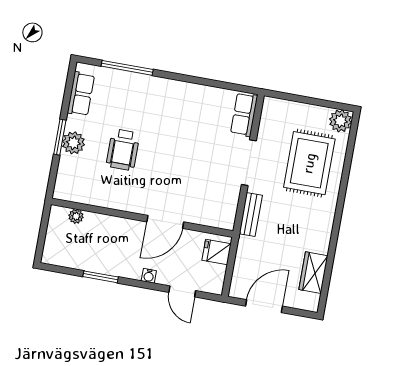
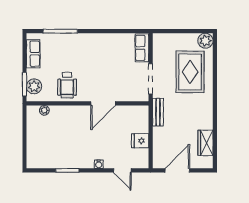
plant: (76, 216) -> (44, 110), moved
wall: (142, 218) -> (88, 103), moved
door: (165, 222) -> (103, 103), moved

